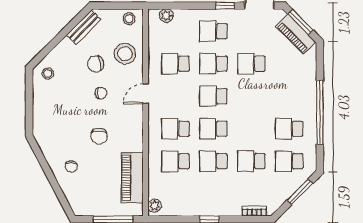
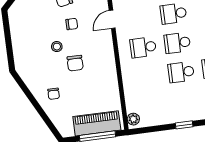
stool: (48, 73) -> (57, 47), moved
school desk: (175, 161) -> (147, 77), removed
piano: (132, 178) -> (97, 123), moved, turned 90

